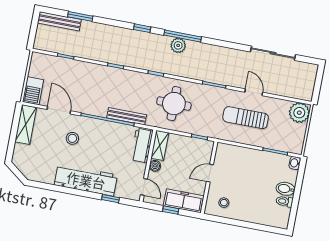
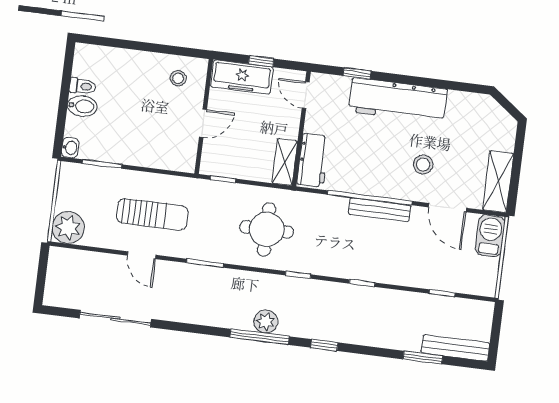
bench: (127, 116) -> (380, 210), moved
boiler: (155, 166) -> (290, 129), removed

